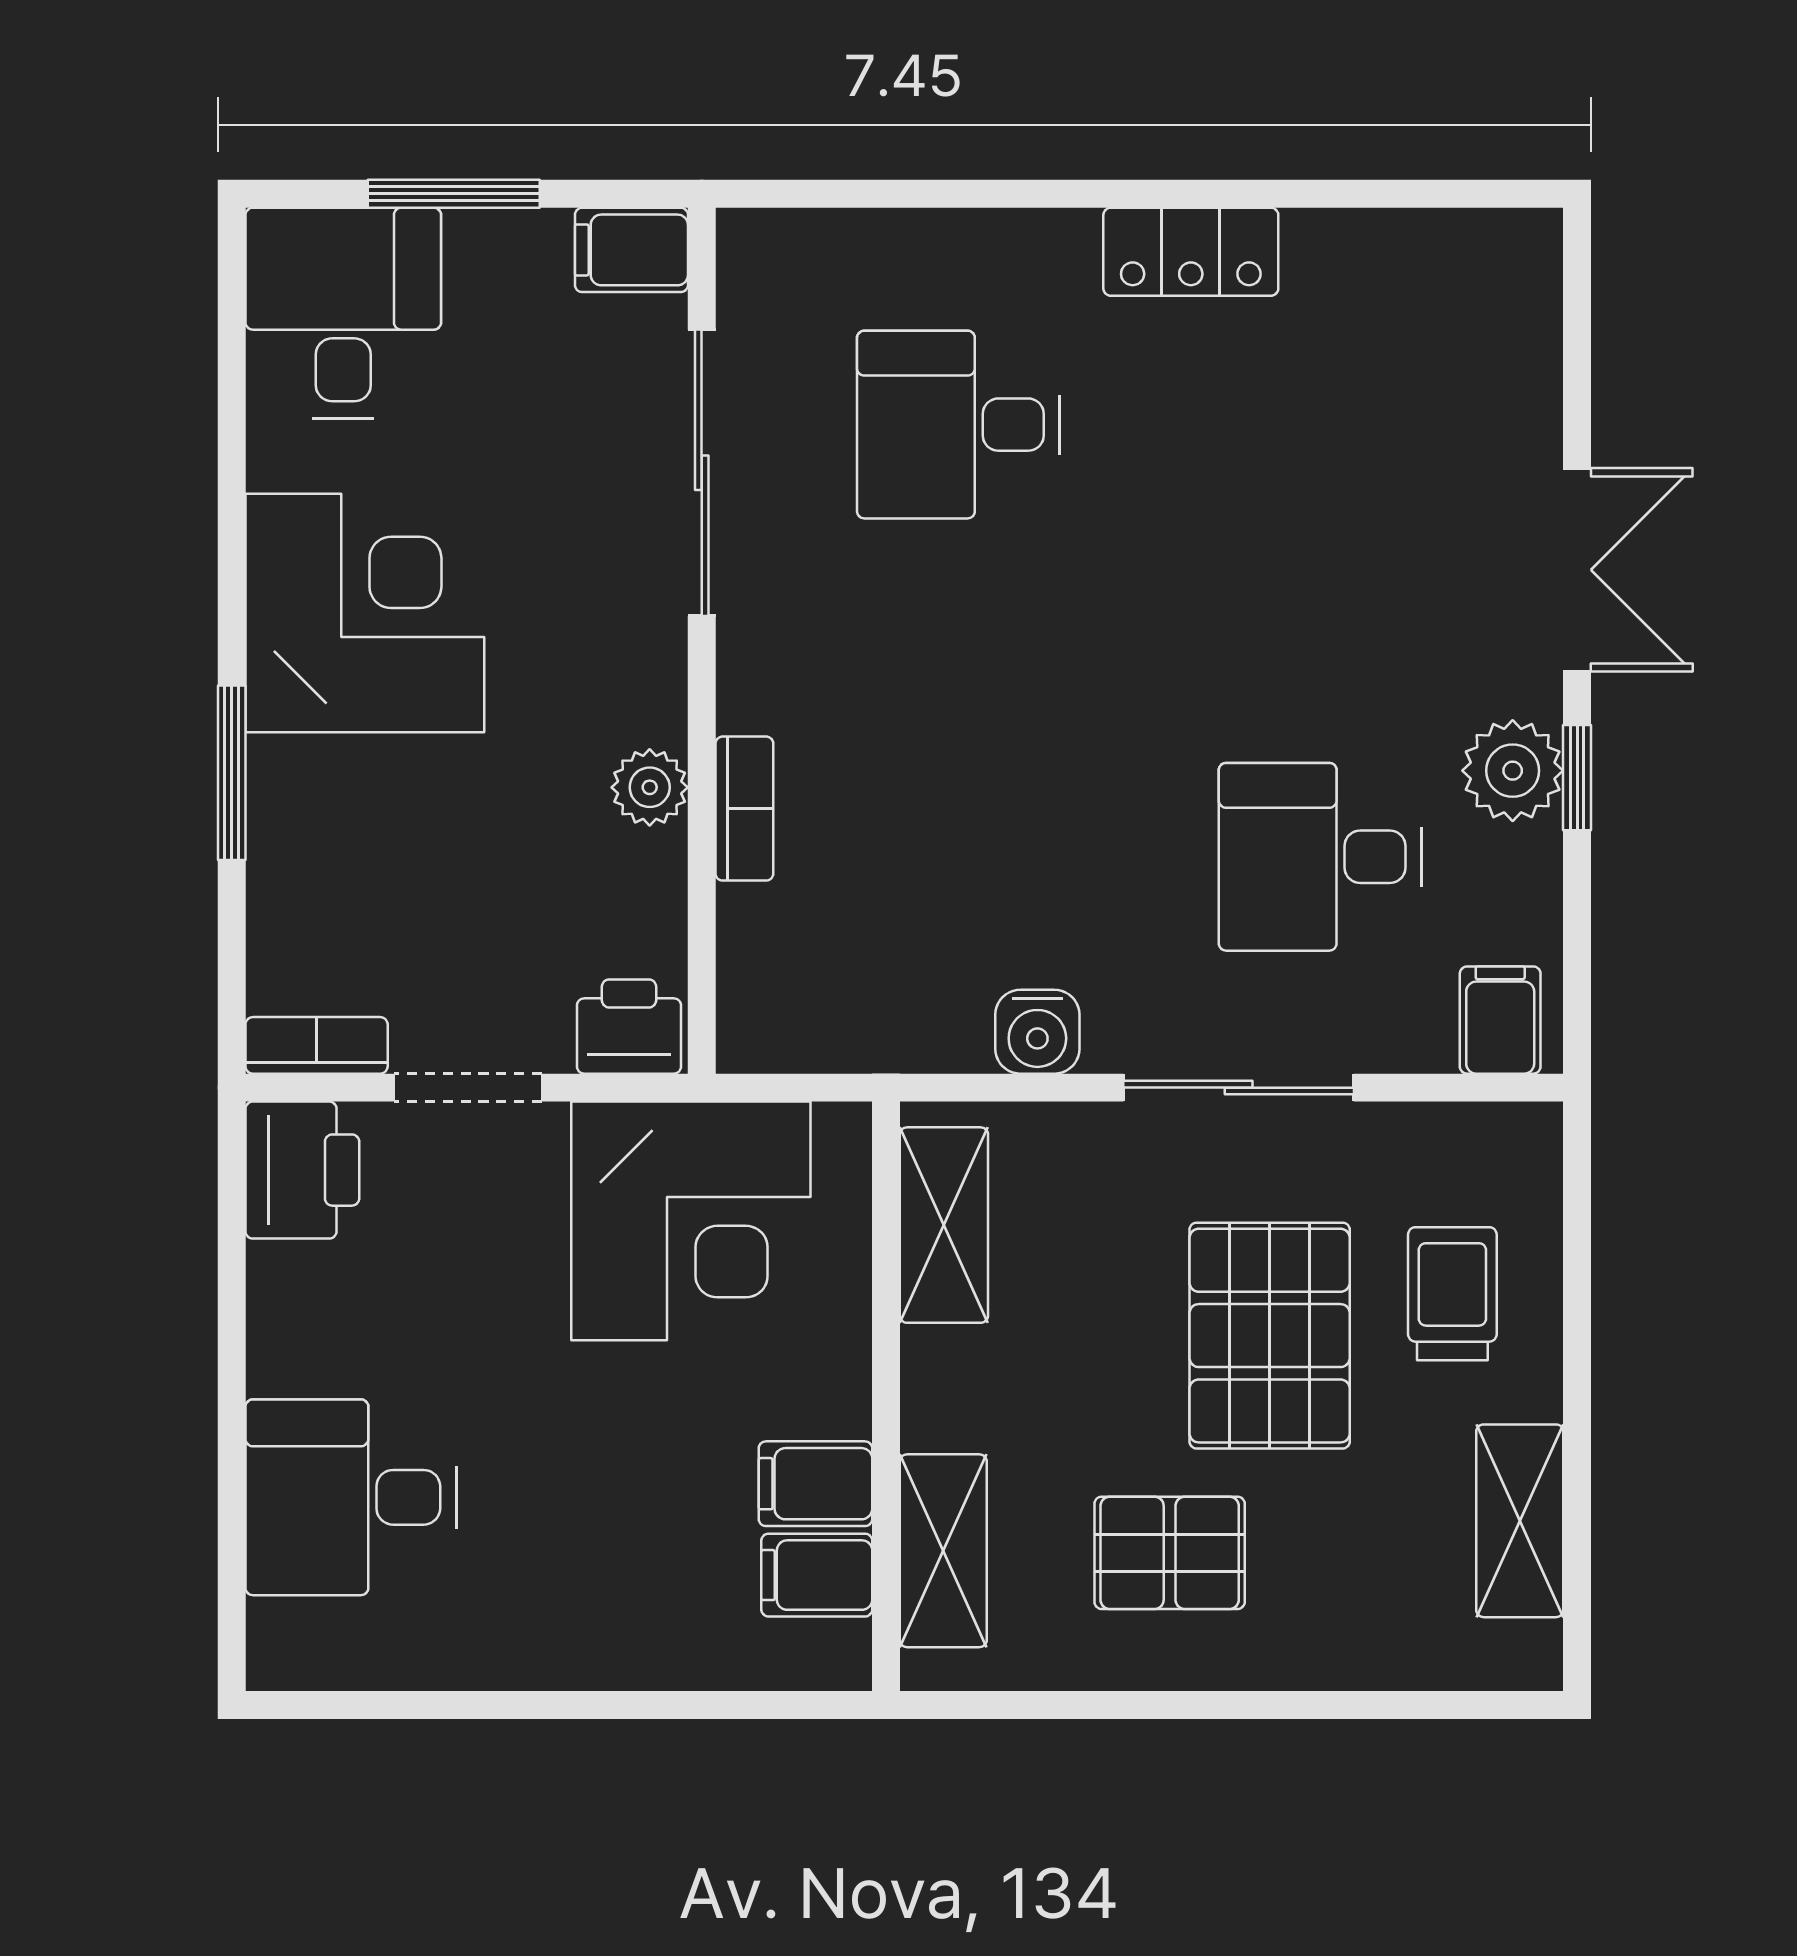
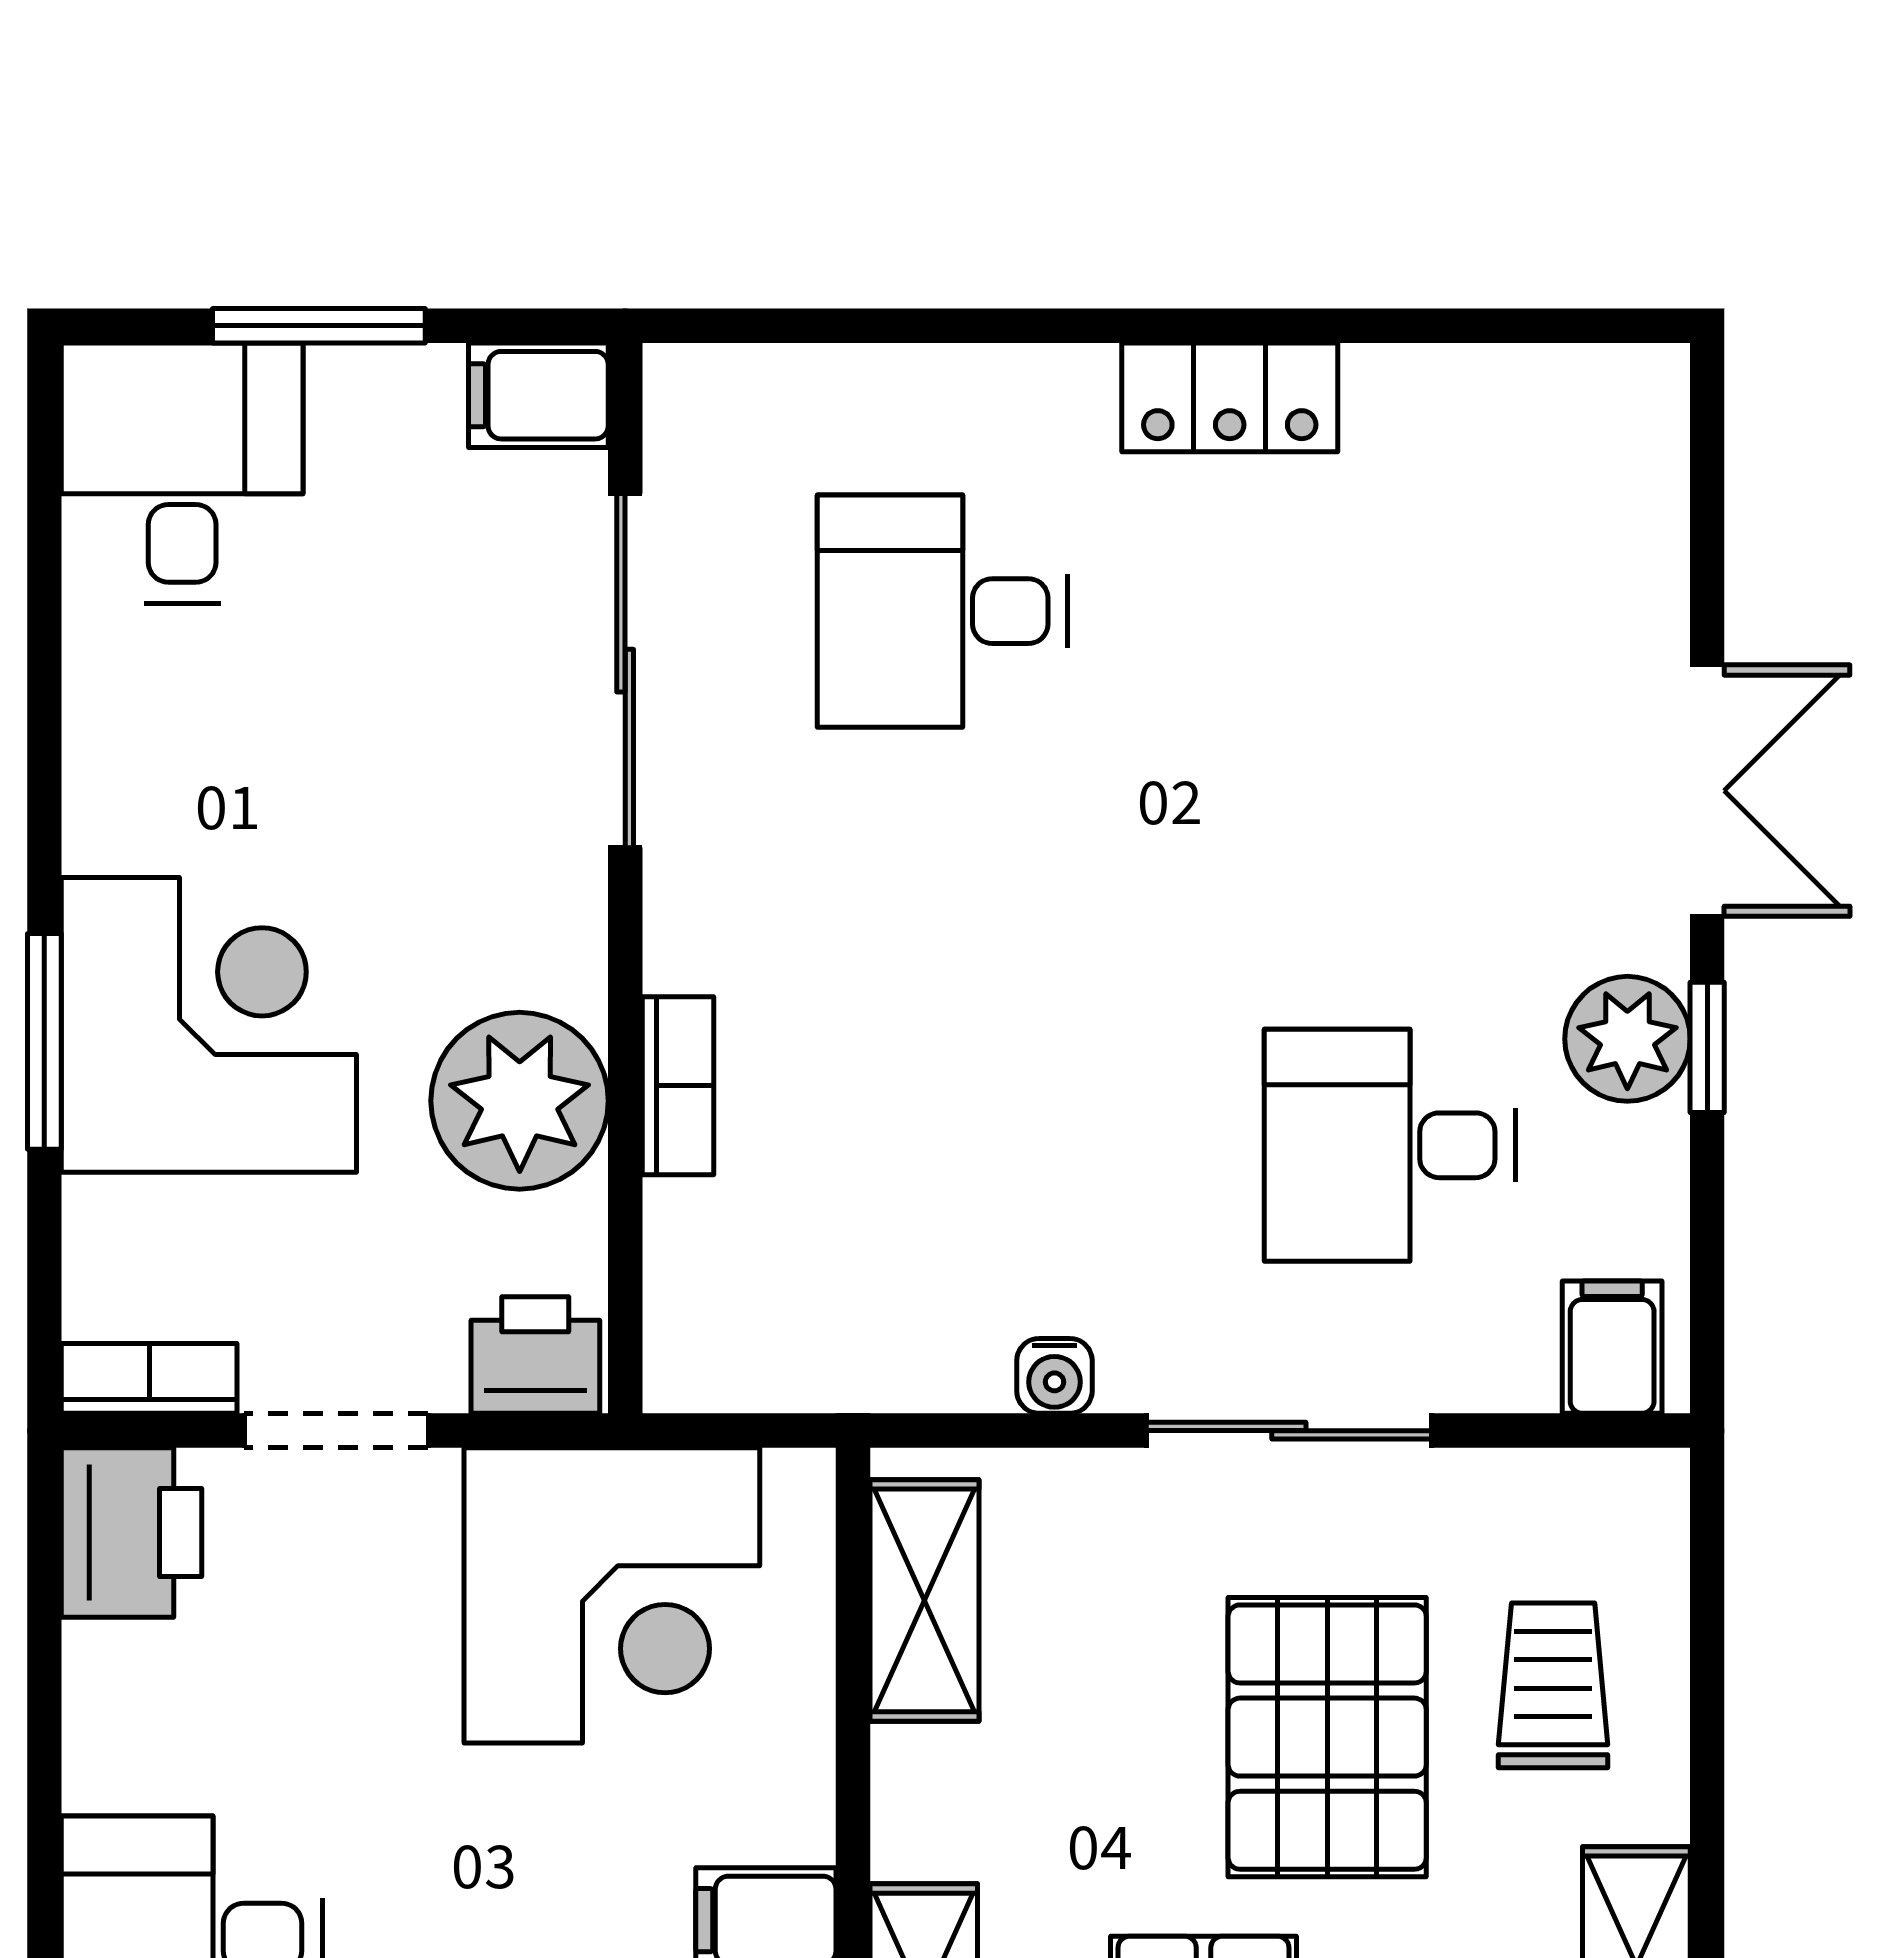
corner desk: (365, 613) -> (209, 1025), moved
plant: (650, 787) -> (520, 1101), width x1.88, depth x1.88
water cooler: (1037, 1032) -> (1054, 1376), width x0.72, depth x0.72

